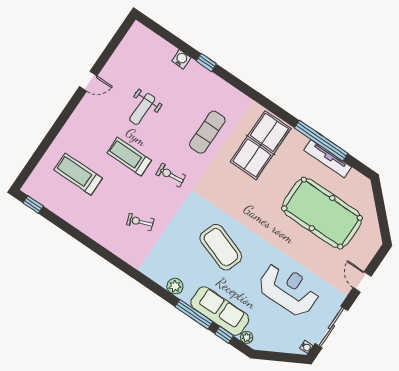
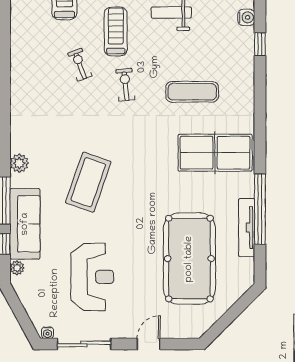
exercise bike: (140, 222) -> (80, 65), moved

